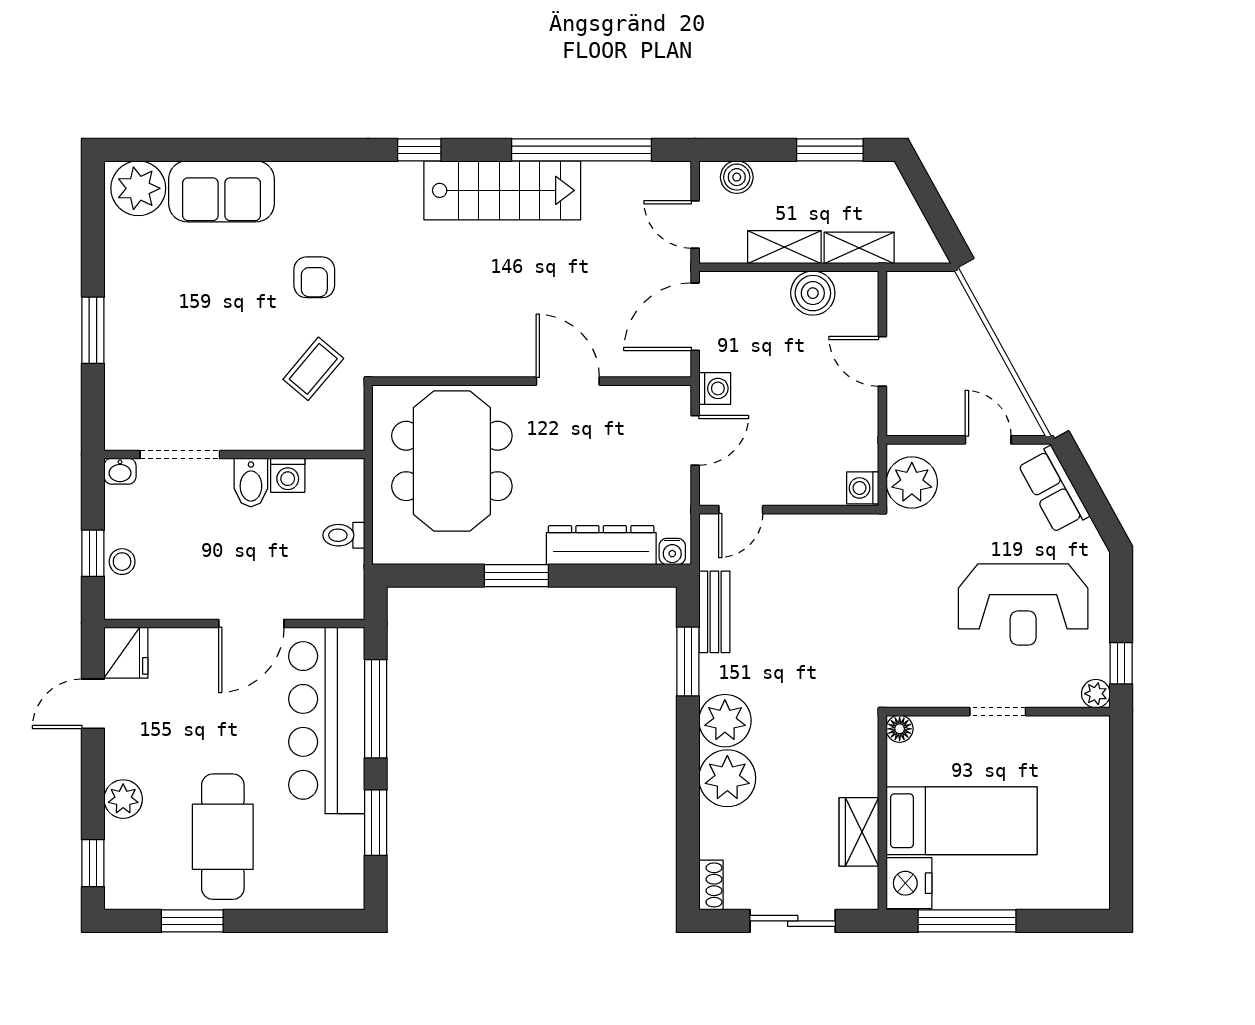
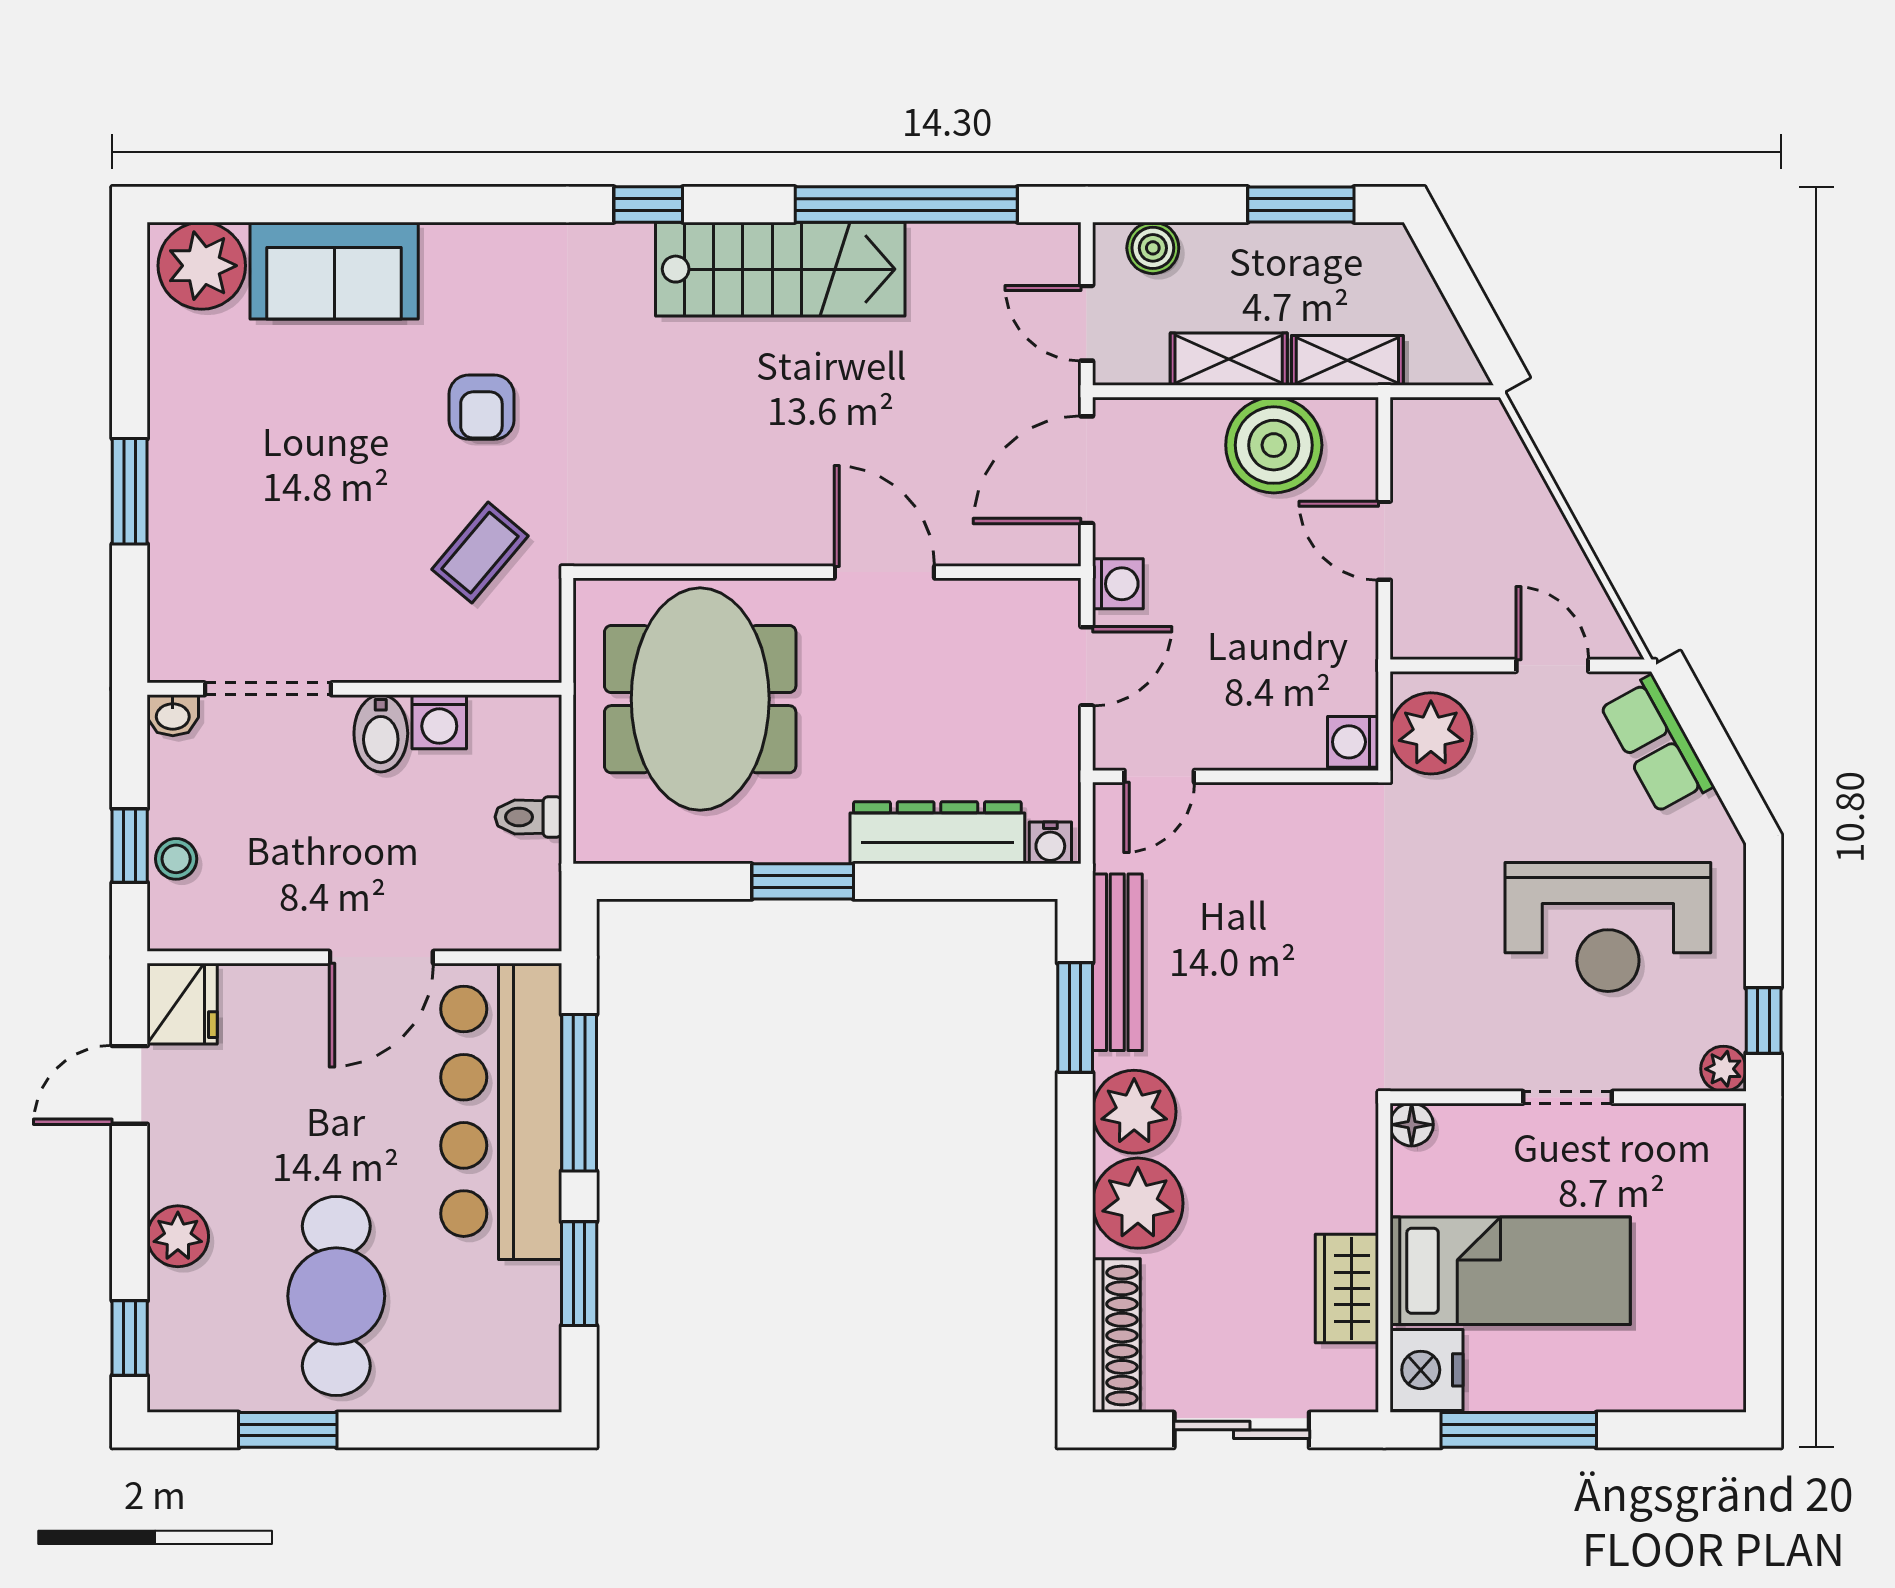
boiler: (813, 293) -> (1274, 445), width x1.37, depth x1.37
bench: (714, 612) -> (1117, 962), width x1.36
shoe rack: (711, 885) -> (1116, 1335), width x1.94, depth x1.24

